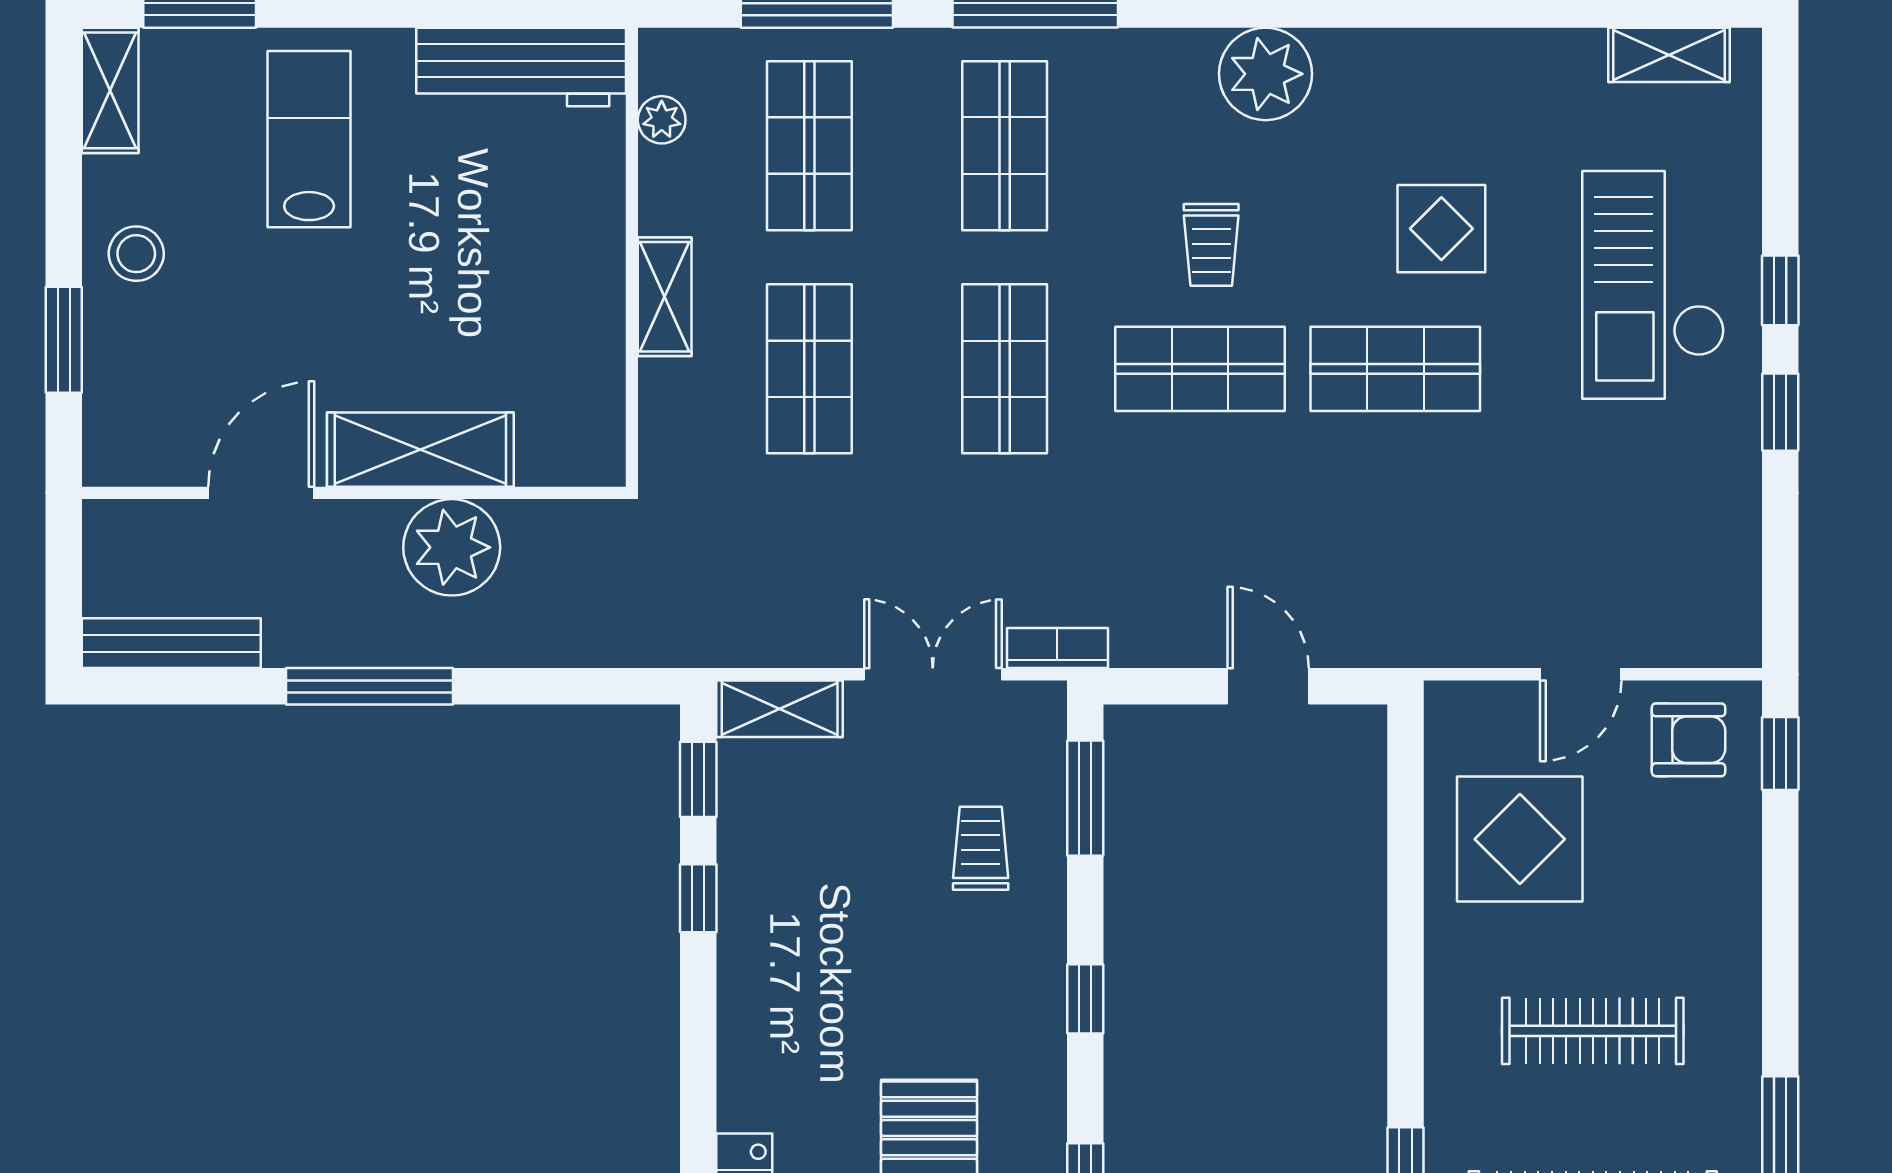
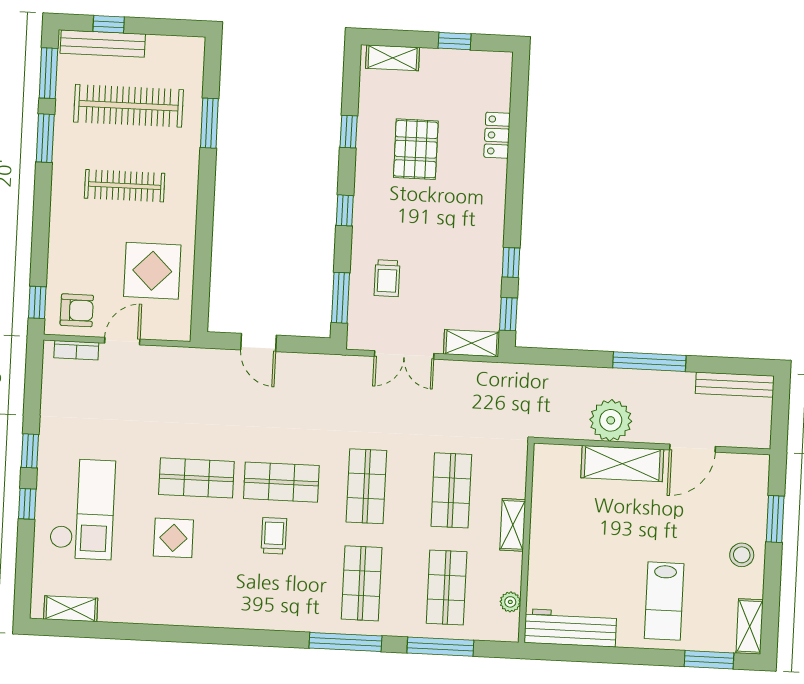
plant: (1266, 74) -> (247, 609), removed
bookcase: (1057, 648) -> (76, 350), moved
armchair: (1688, 740) -> (77, 310), turned 180

